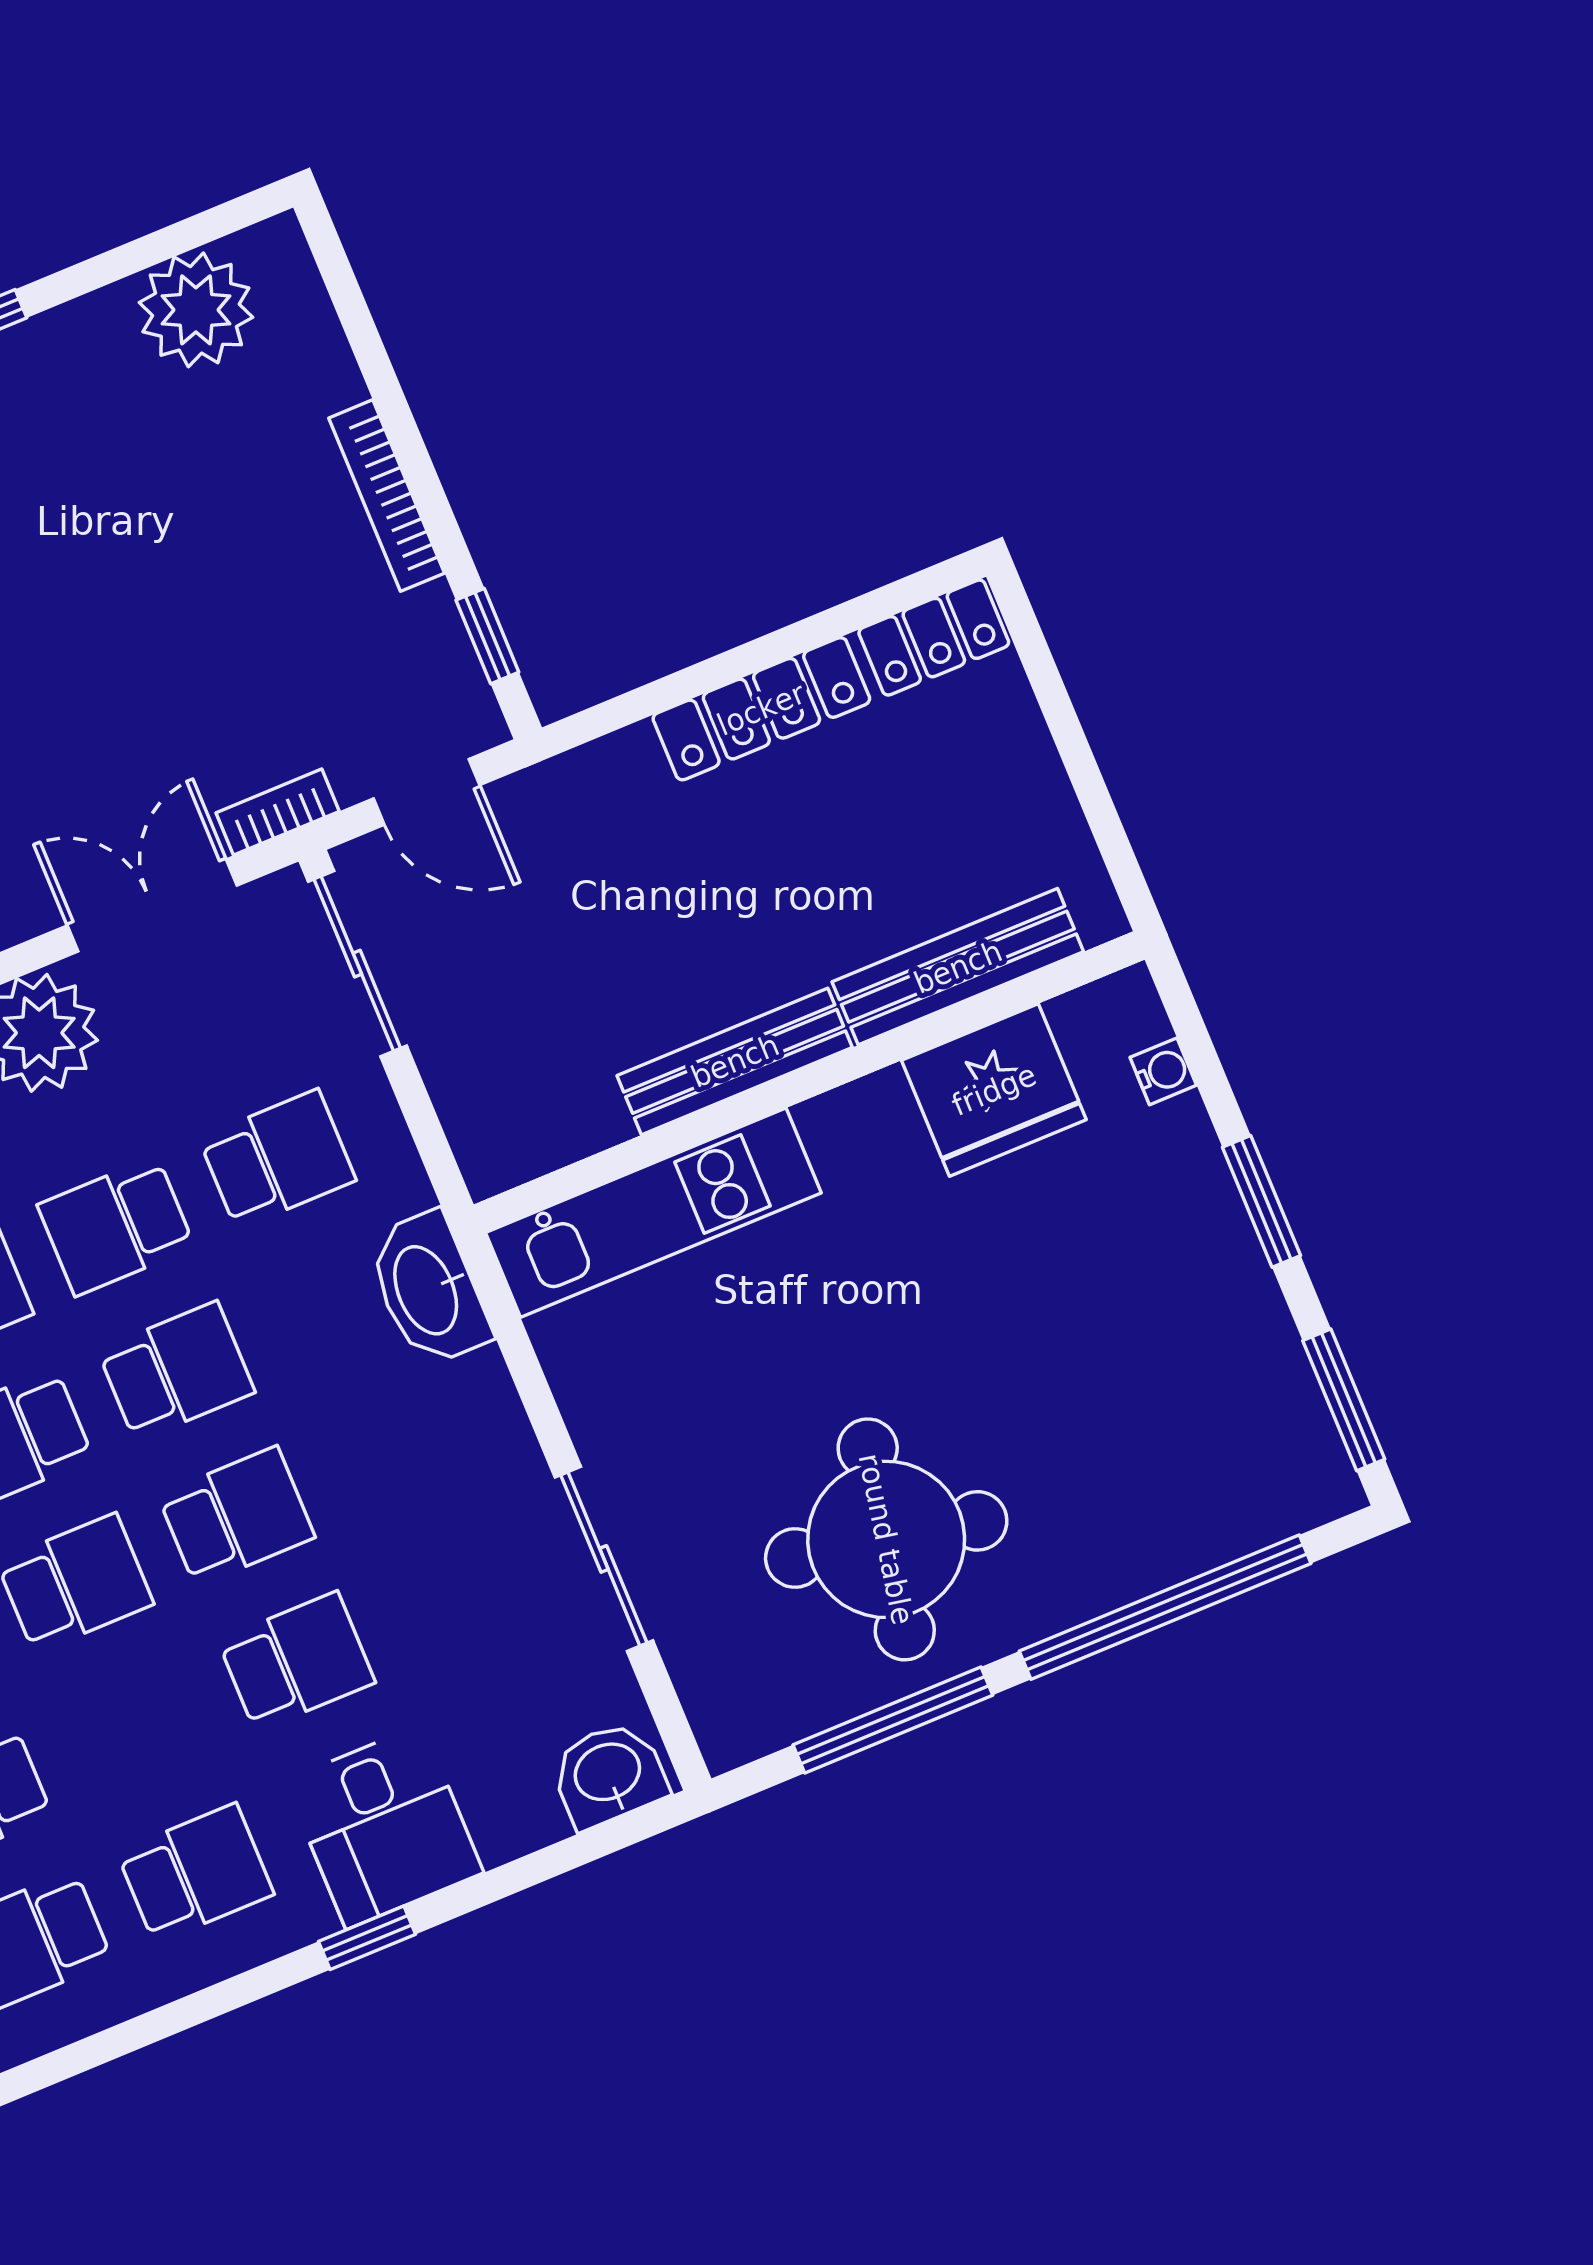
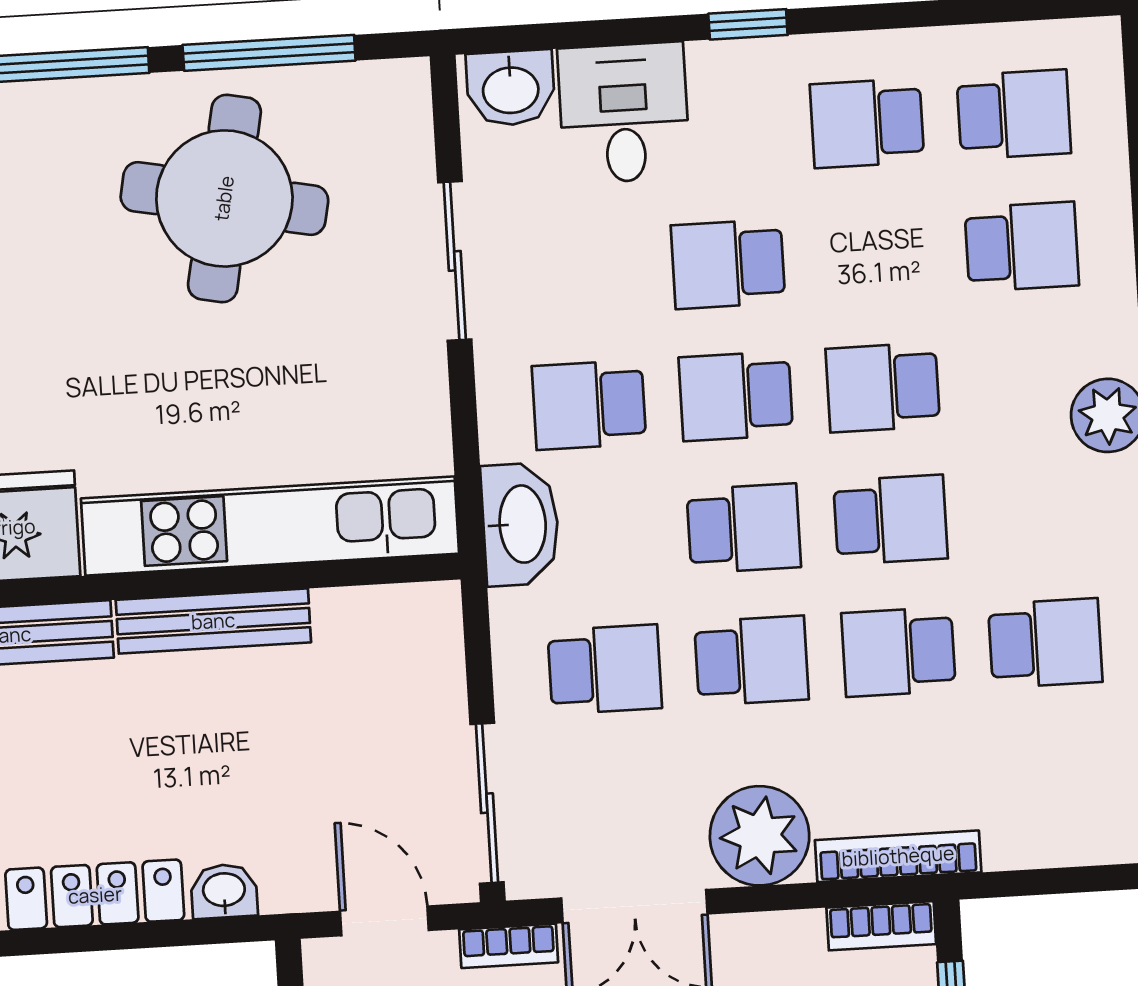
washbasin: (618, 763) -> (224, 891), added
school desk: (277, 1159) -> (605, 669), turned 180
kitchen unit: (653, 1213) -> (270, 526), width x1.36
school desk: (176, 1371) -> (744, 528), turned 180
school desk: (398, 1450) -> (589, 405), added
desk: (384, 1827) -> (624, 113), moved

